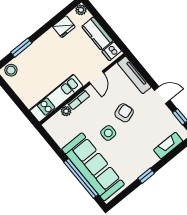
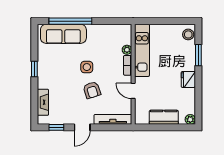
fridge: (64, 27) -> (188, 79), moved
dishwasher: (112, 51) -> (143, 117), removed
sofa: (93, 167) -> (63, 34), width x0.74, depth x0.79

